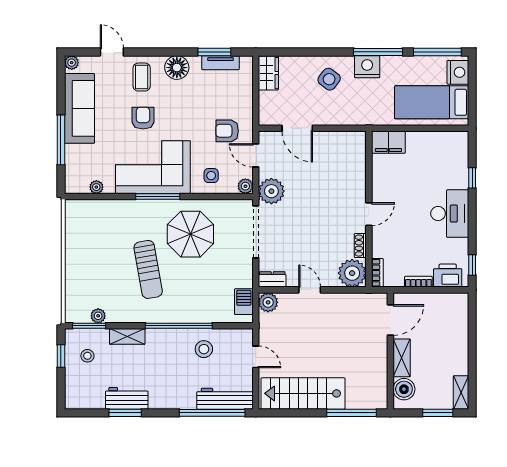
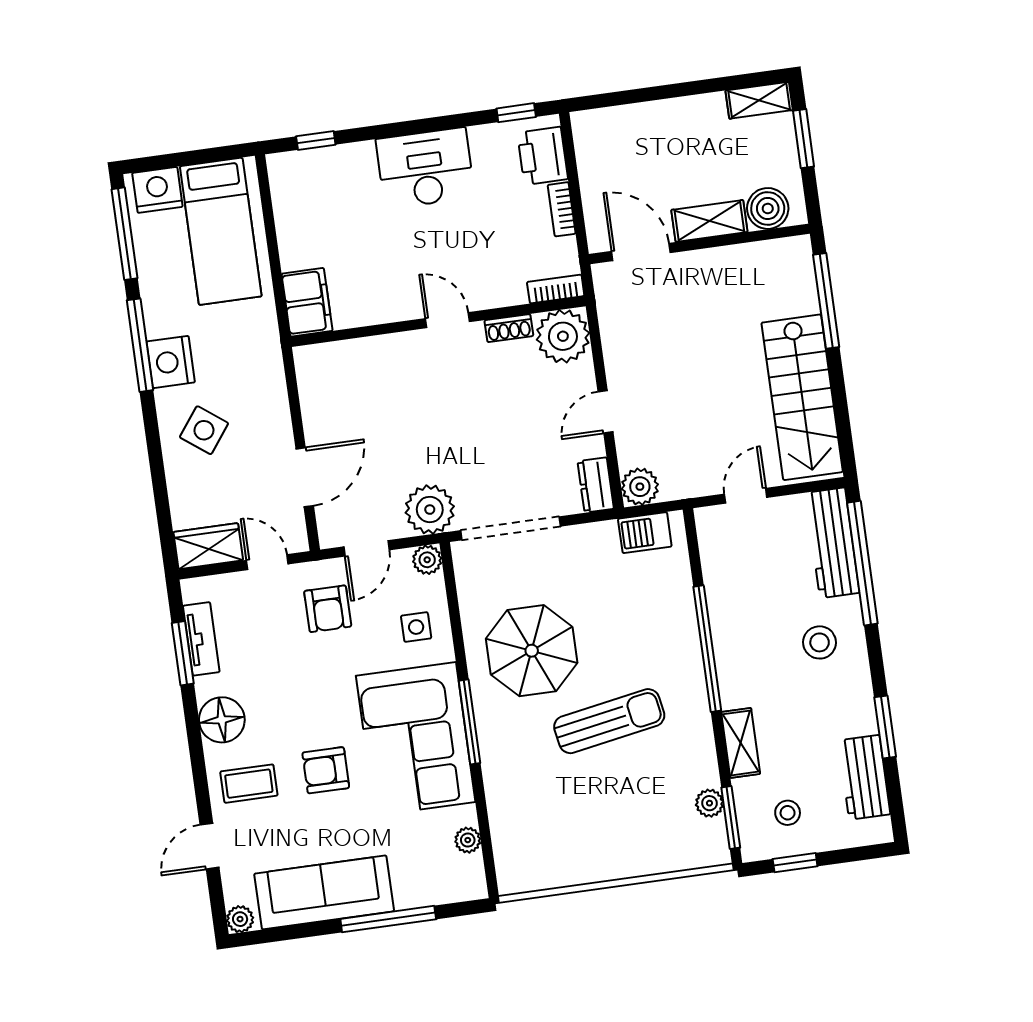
door: (256, 103) -> (267, 562), added
window: (472, 178) -> (316, 140), moved
stool: (204, 349) -> (820, 642), moved
workbench: (127, 398) -> (864, 777), moved

